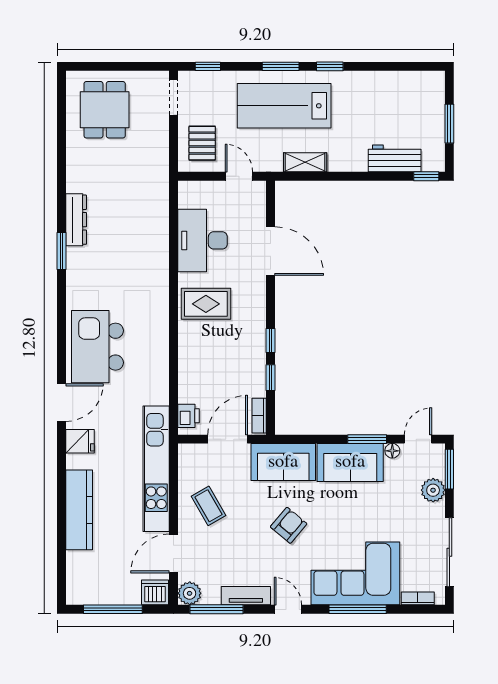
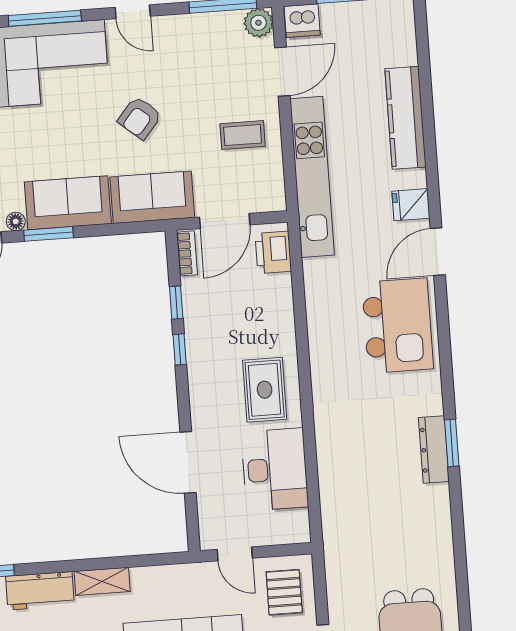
shelving: (305, 162) -> (102, 581), moved
dresser: (76, 220) -> (434, 450), moved
rug: (206, 304) -> (265, 390), turned 90
printer: (189, 416) -> (273, 252), width x1.36, depth x1.24
coffee table: (209, 506) -> (243, 135), turned -60
tv unit: (246, 596) -> (187, 25), removed

